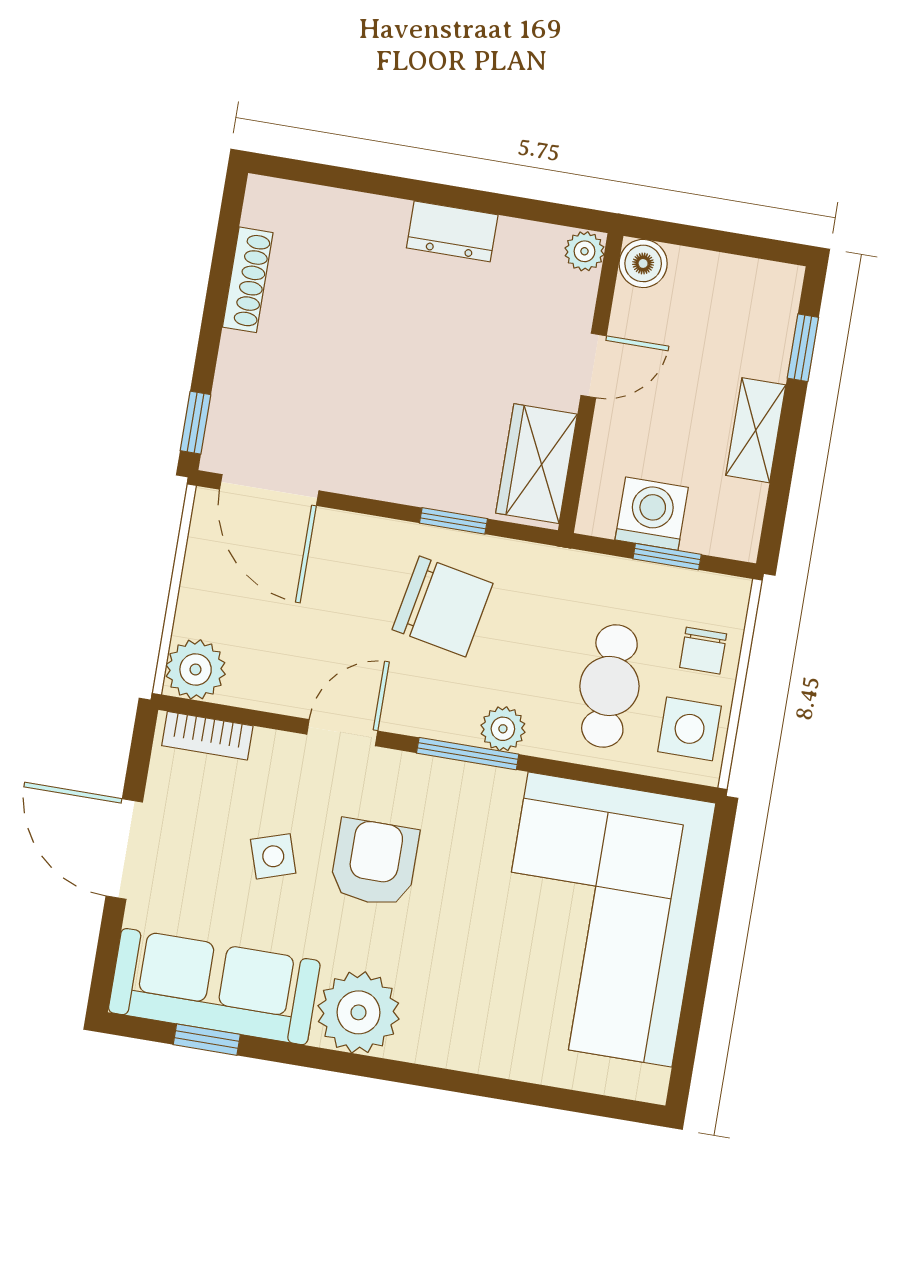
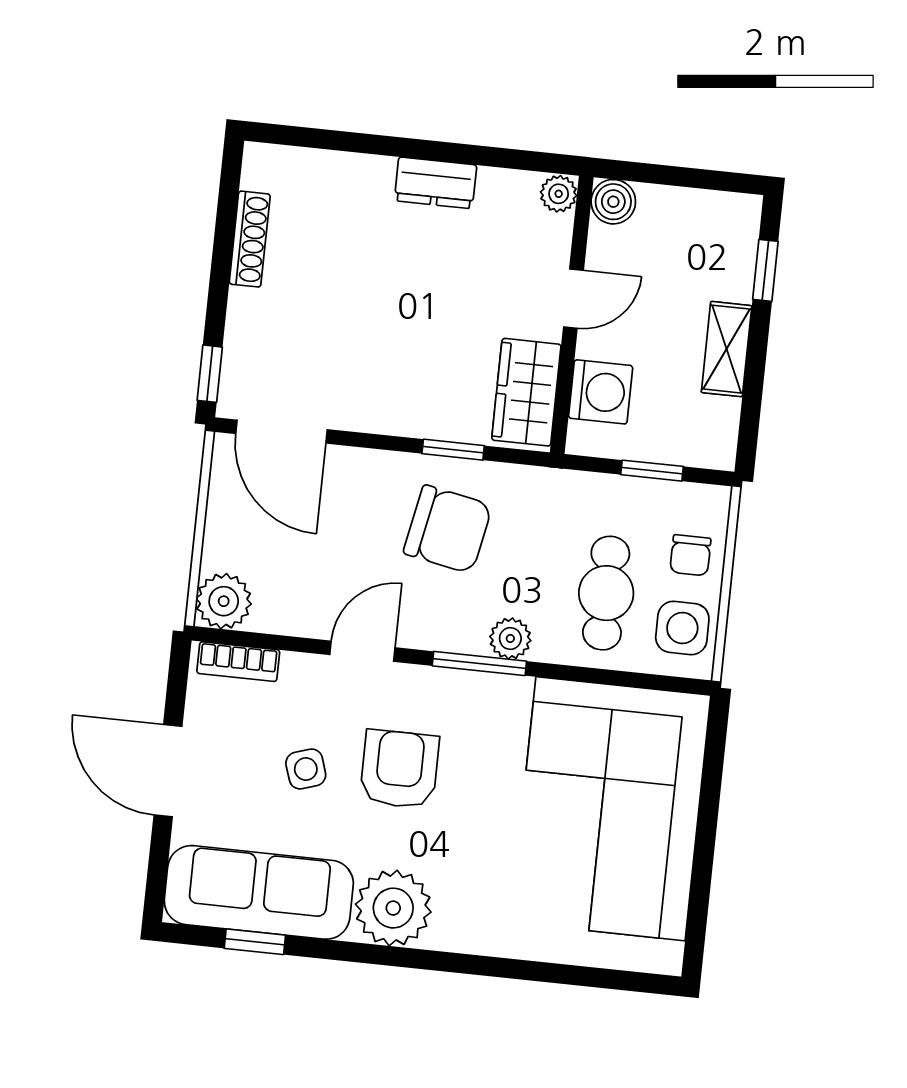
washing machine: (652, 514) -> (601, 392), moved, turned 90

